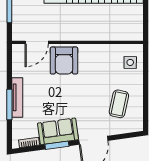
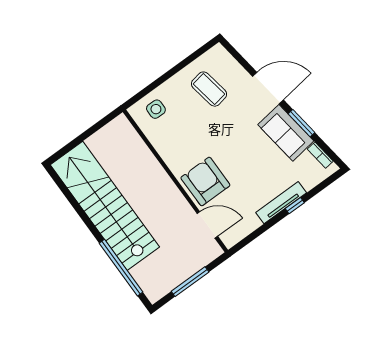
armchair: (64, 61) -> (205, 181), turned -90
window: (9, 104) -> (295, 206), width x0.46
coffee table: (119, 104) -> (209, 89), turned 68

